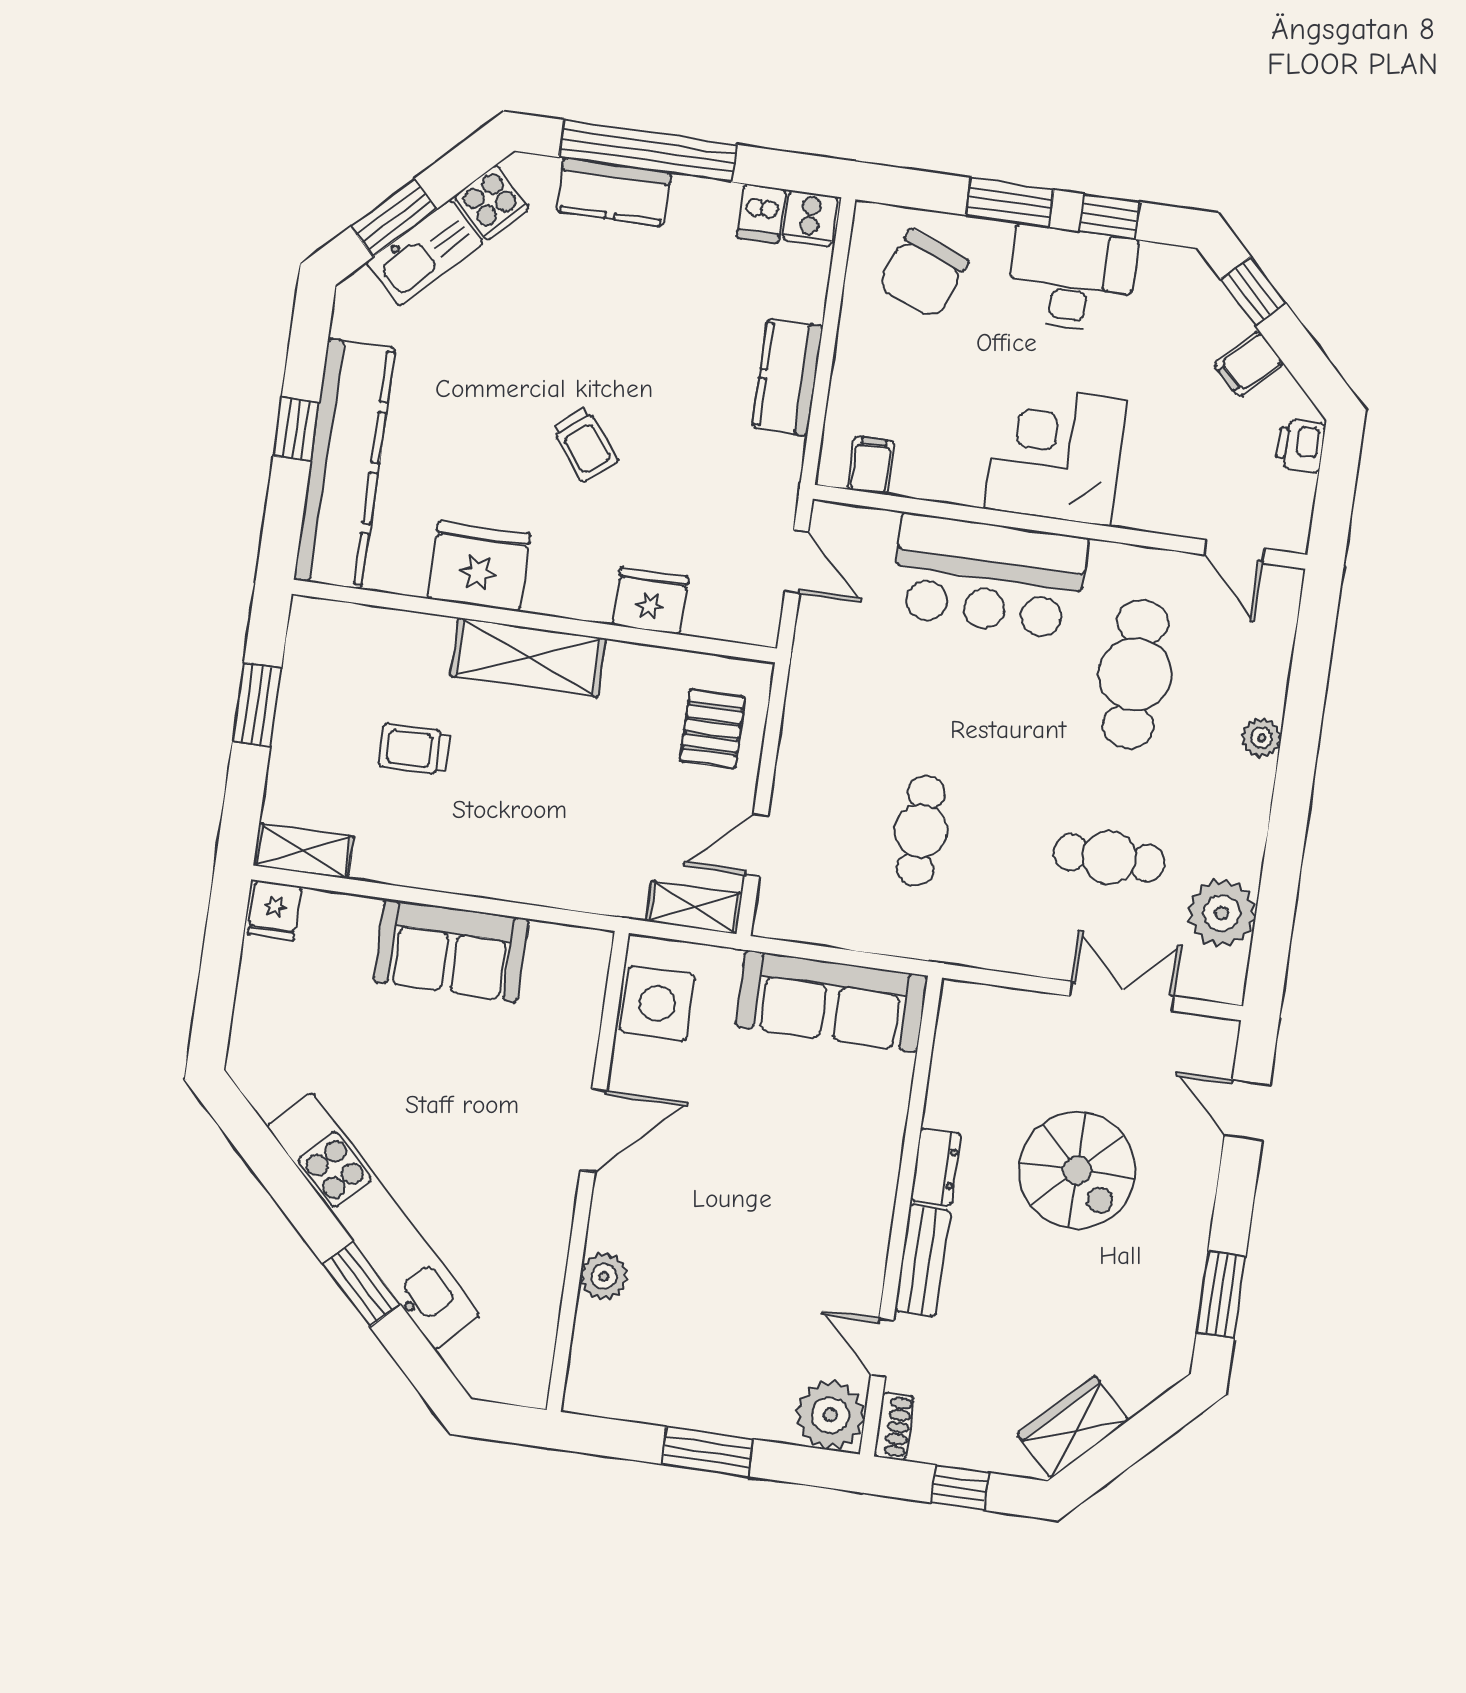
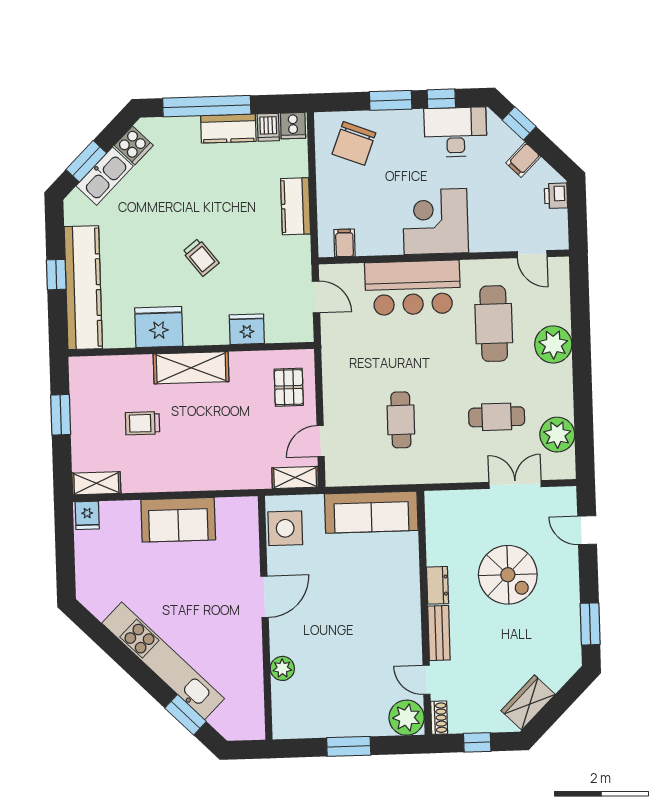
kitchen counter: (614, 192) -> (228, 129), moved
desk: (1071, 279) -> (455, 132), moved
plant: (1262, 738) -> (553, 344), width x1.88, depth x1.88
window: (361, 1284) -> (186, 715), moved

